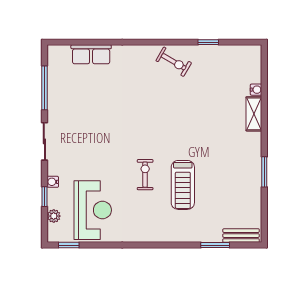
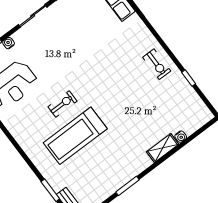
exercise bike: (174, 62) -> (157, 64), turned -30
treadmill: (183, 185) -> (75, 136), width x1.37, depth x1.38

